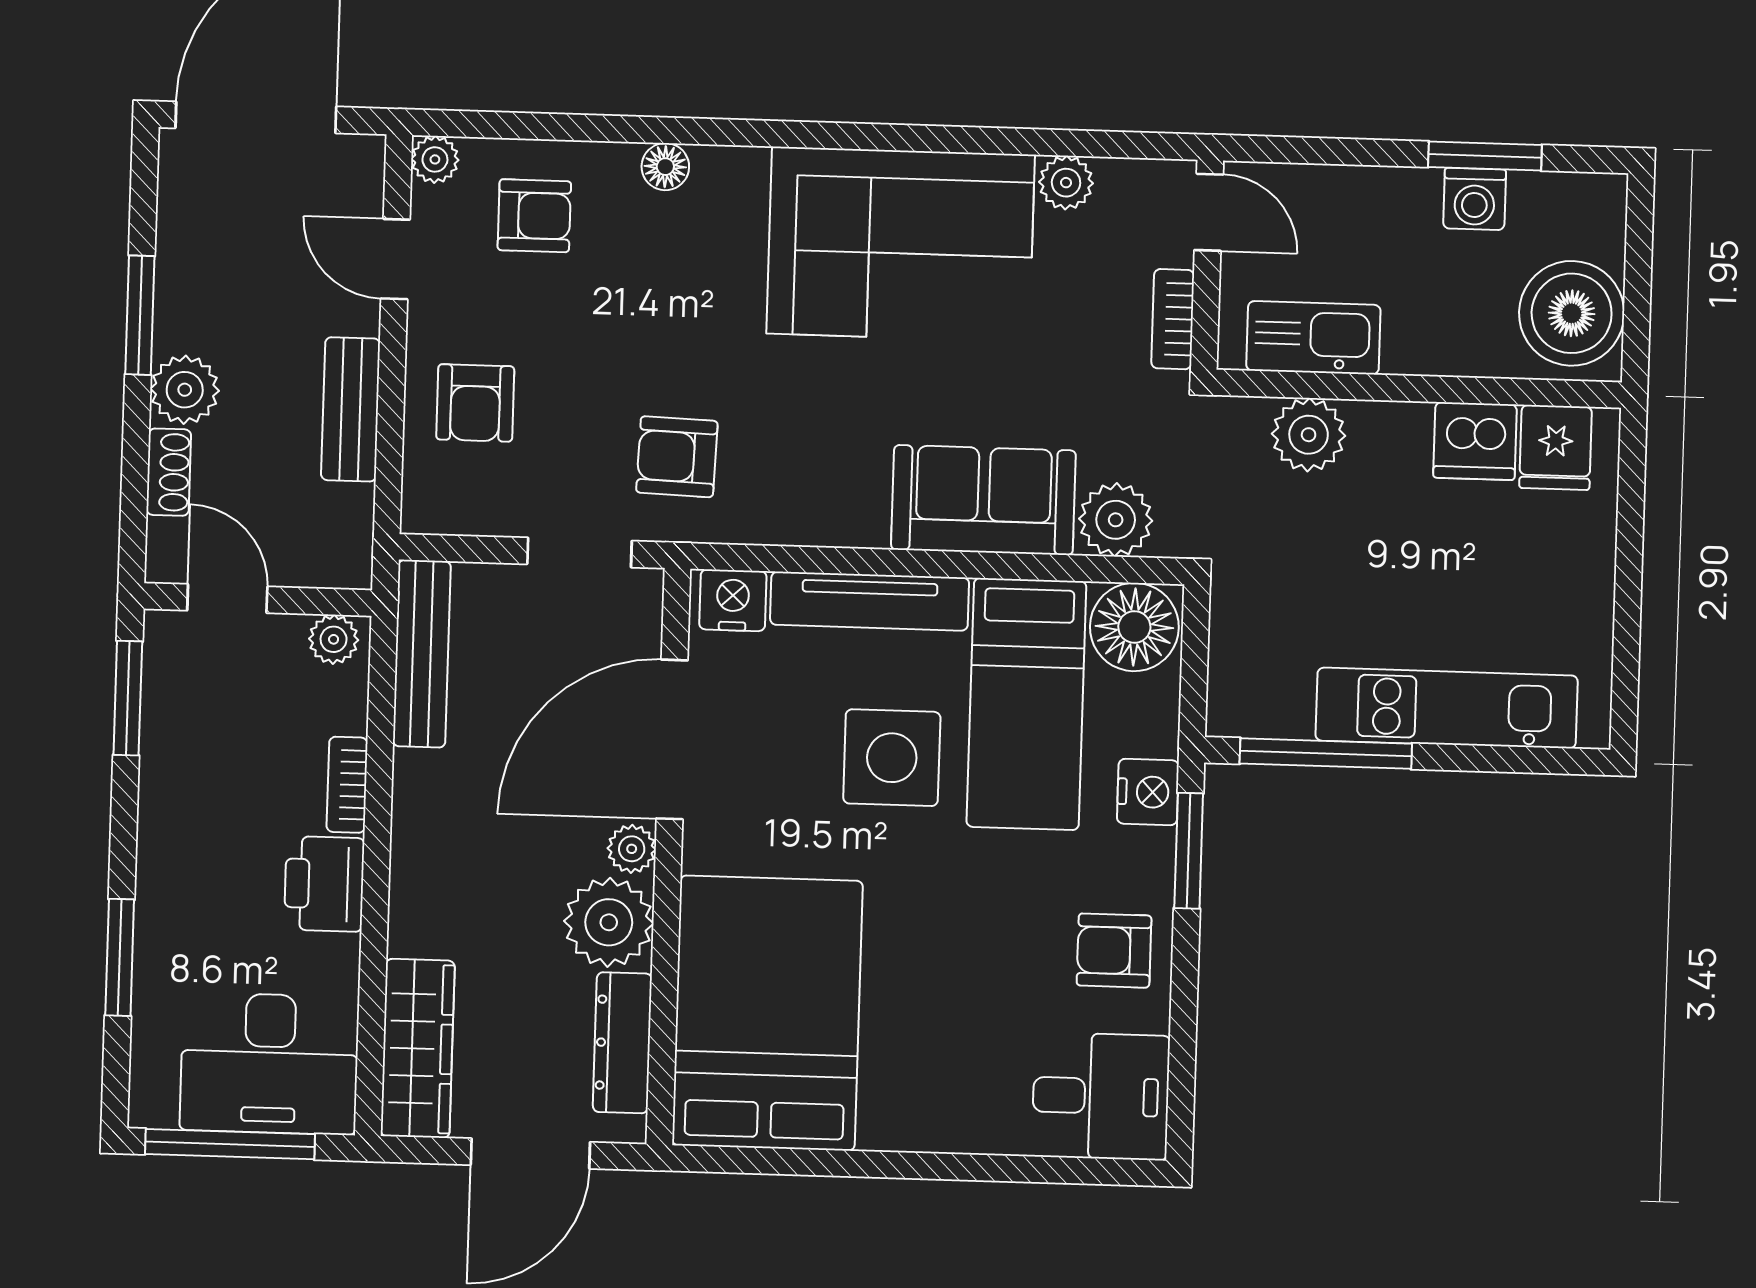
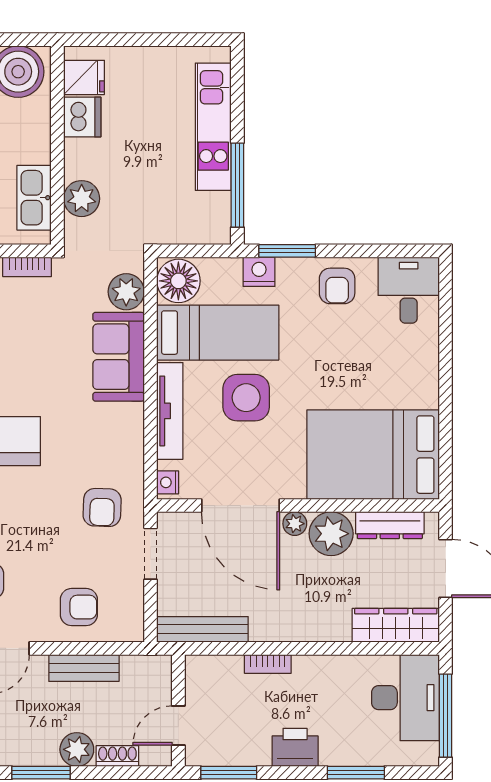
nightstand: (733, 600) -> (168, 482), width x0.72, depth x0.74
plant: (334, 639) -> (197, 673), removed
printer: (324, 884) -> (295, 747), moved, turned 180

